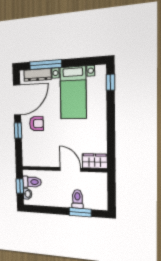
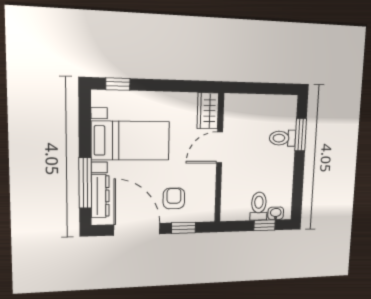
wardrobe: (95, 161) -> (208, 111), moved
wall: (63, 169) -> (219, 158), moved
door: (70, 169) -> (220, 148), moved

